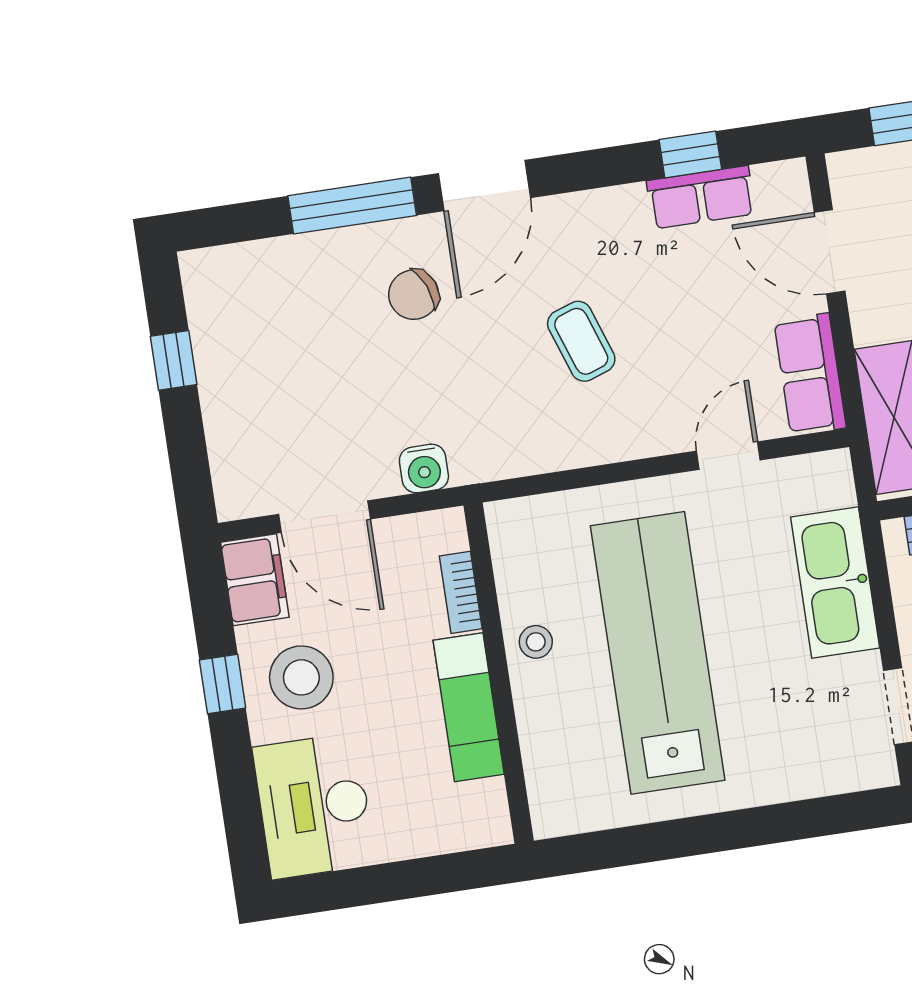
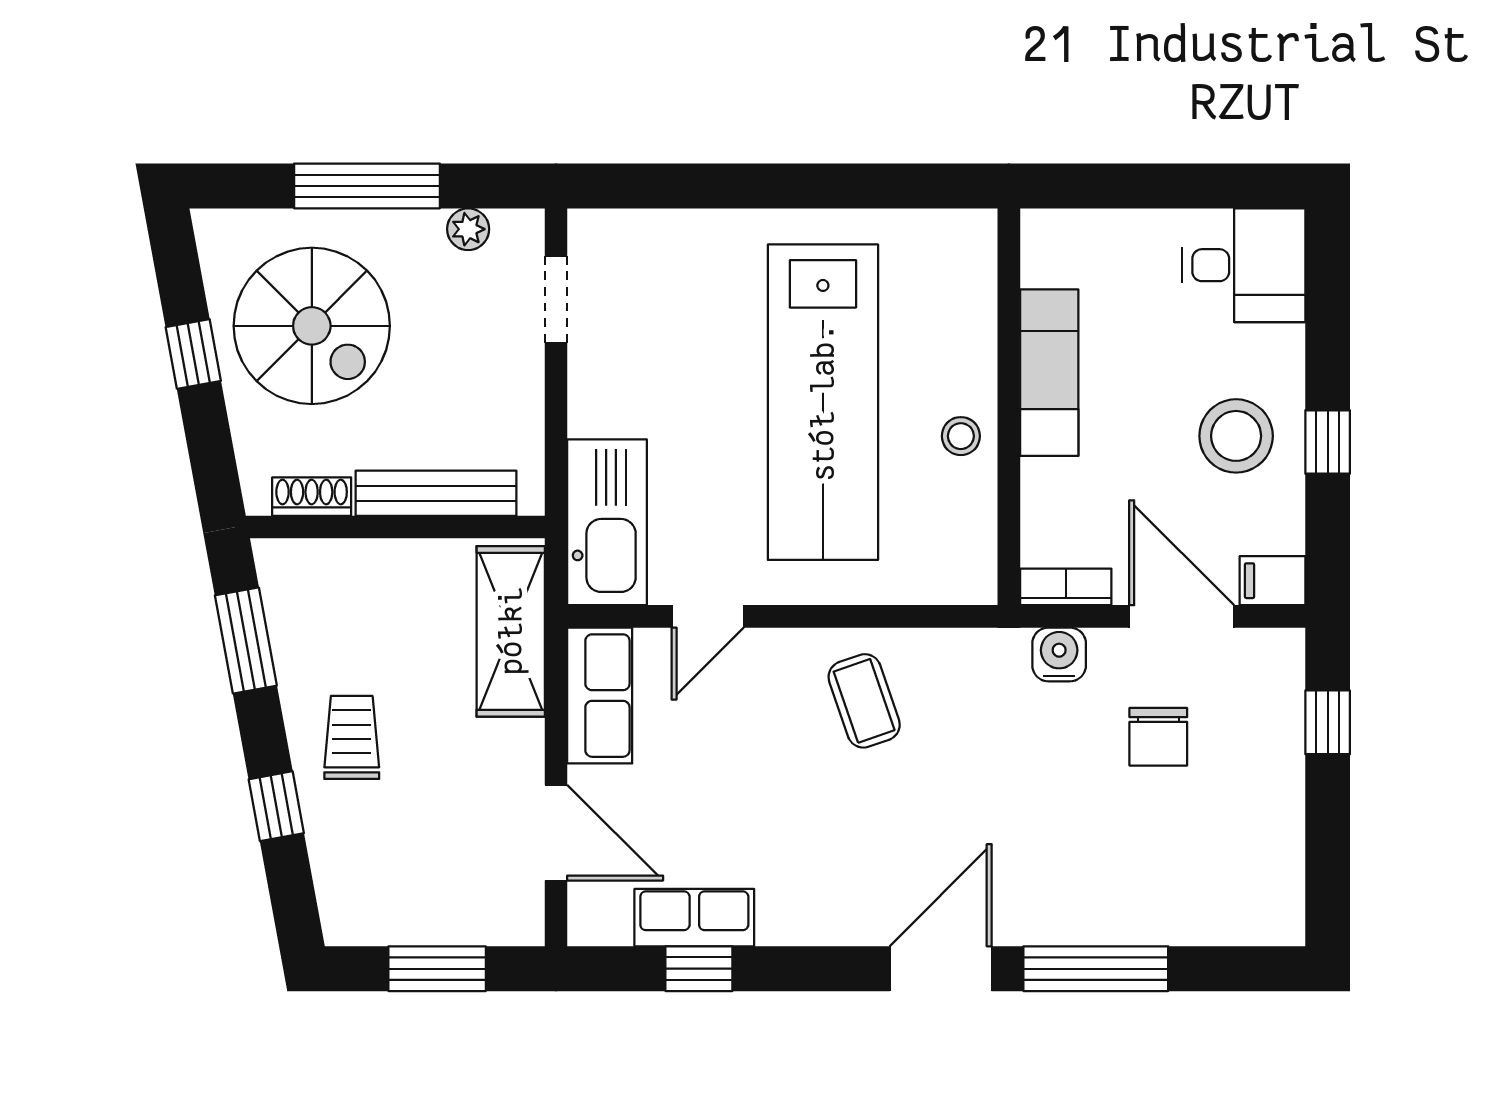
chair: (414, 295) -> (1158, 737), moved, turned 112
coffee table: (581, 341) -> (864, 701), moved
window: (174, 360) -> (1328, 722), moved
filing cabinet: (255, 580) -> (1272, 581), width x0.50
kitchen sink: (835, 582) -> (607, 522), moved
bookcase: (461, 592) -> (1066, 587), moved, turned -90
desk: (314, 806) -> (1244, 265), width x0.73

